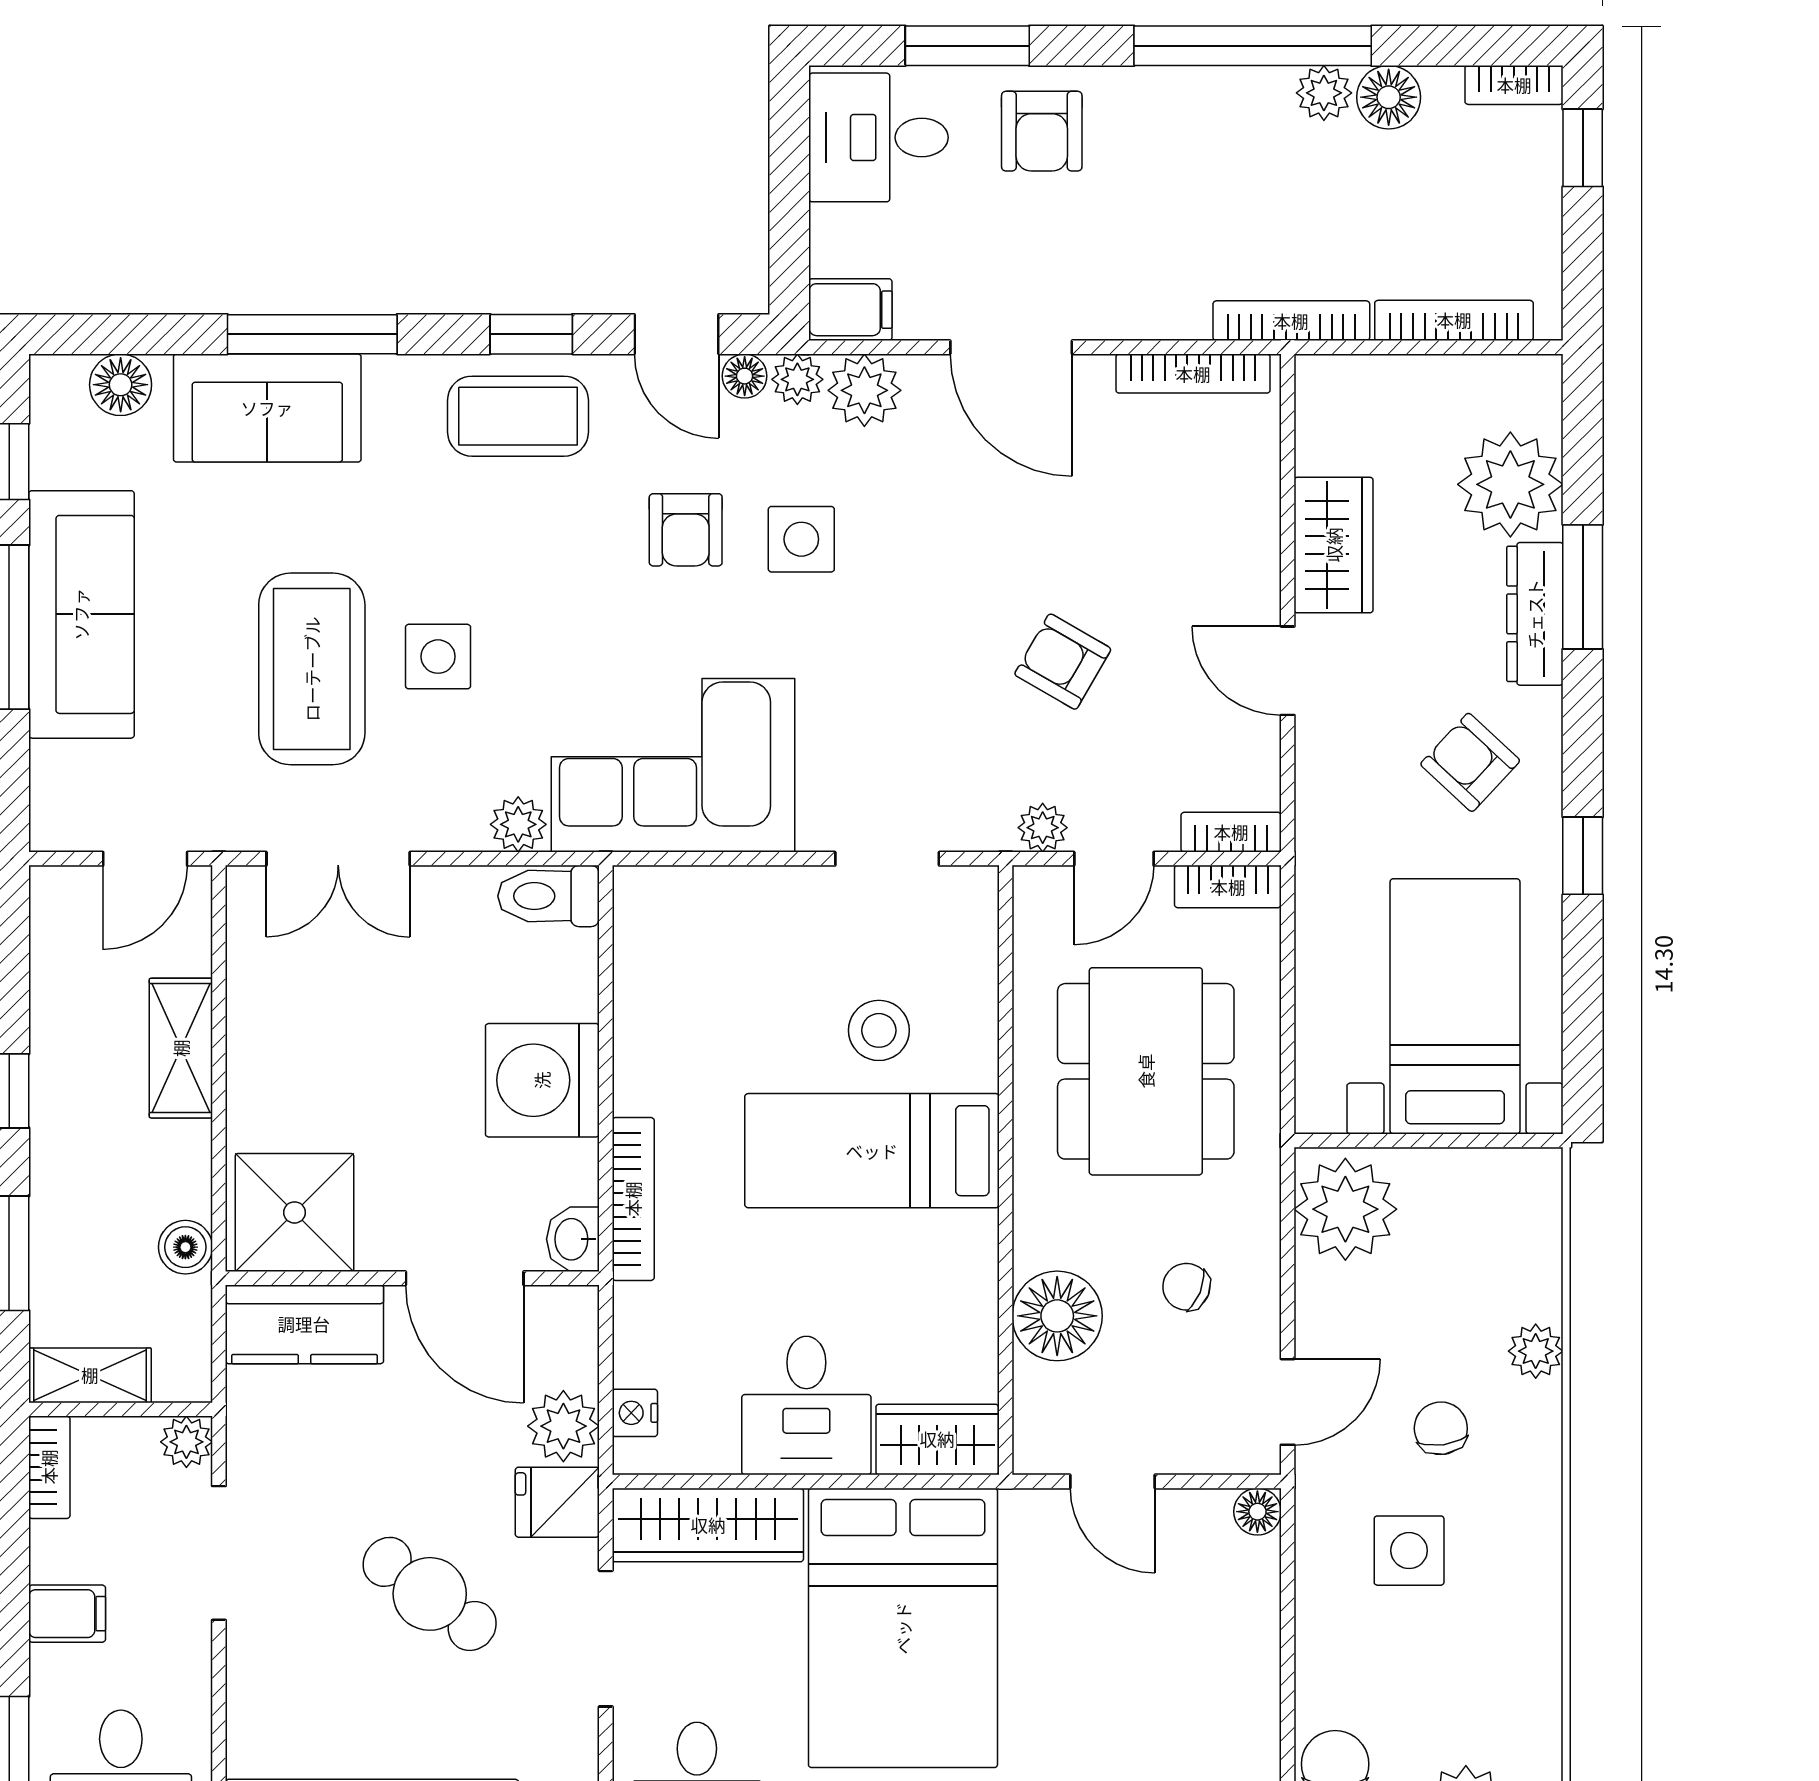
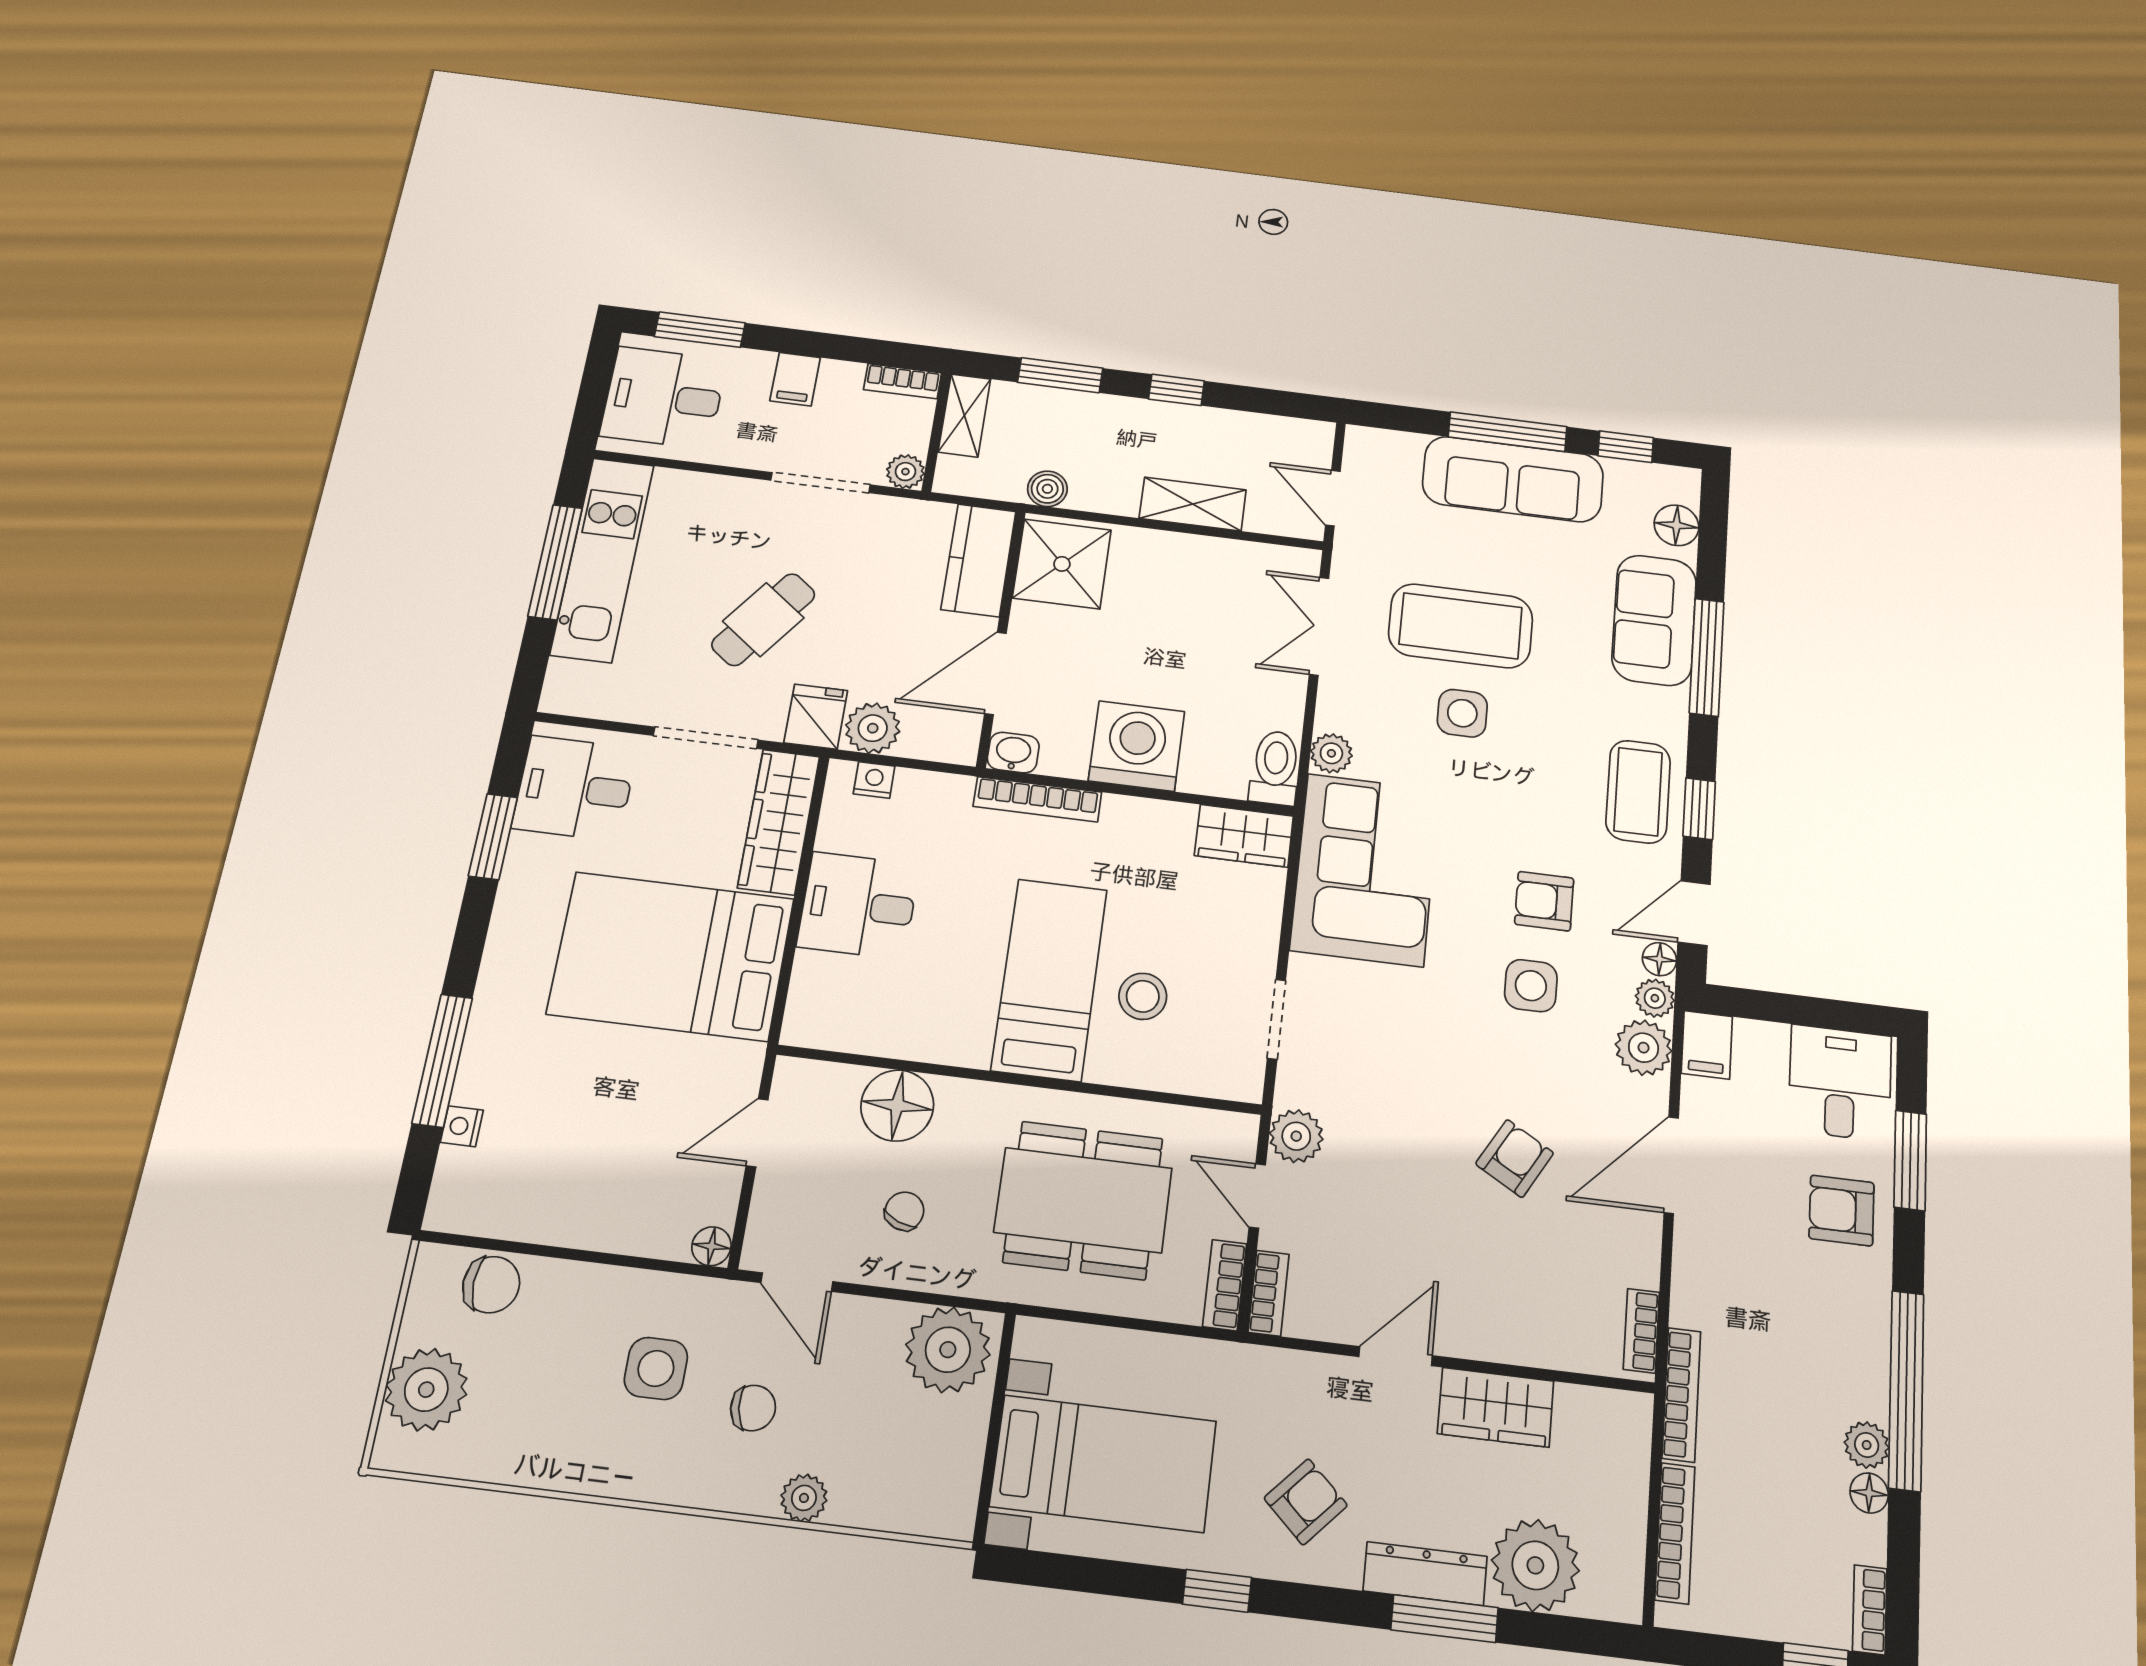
floor lamp: (1389, 97) -> (1869, 1493), width x0.73, depth x0.73
bookcase: (1193, 374) -> (1641, 1331), width x0.64
armchair: (1063, 662) -> (1515, 1158), moved
plant: (1043, 828) -> (1296, 1136), width x1.38, depth x1.38
wardrobe: (937, 1439) -> (1244, 836), moved, turned 90

